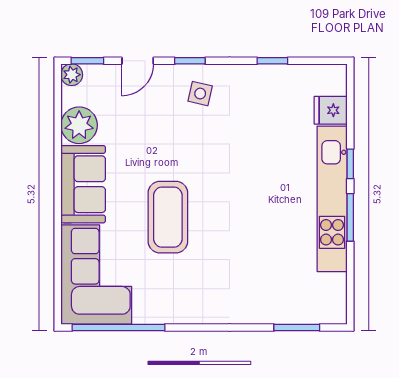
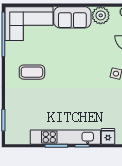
coffee table: (168, 217) -> (32, 72), moved, width x0.73, depth x0.76

